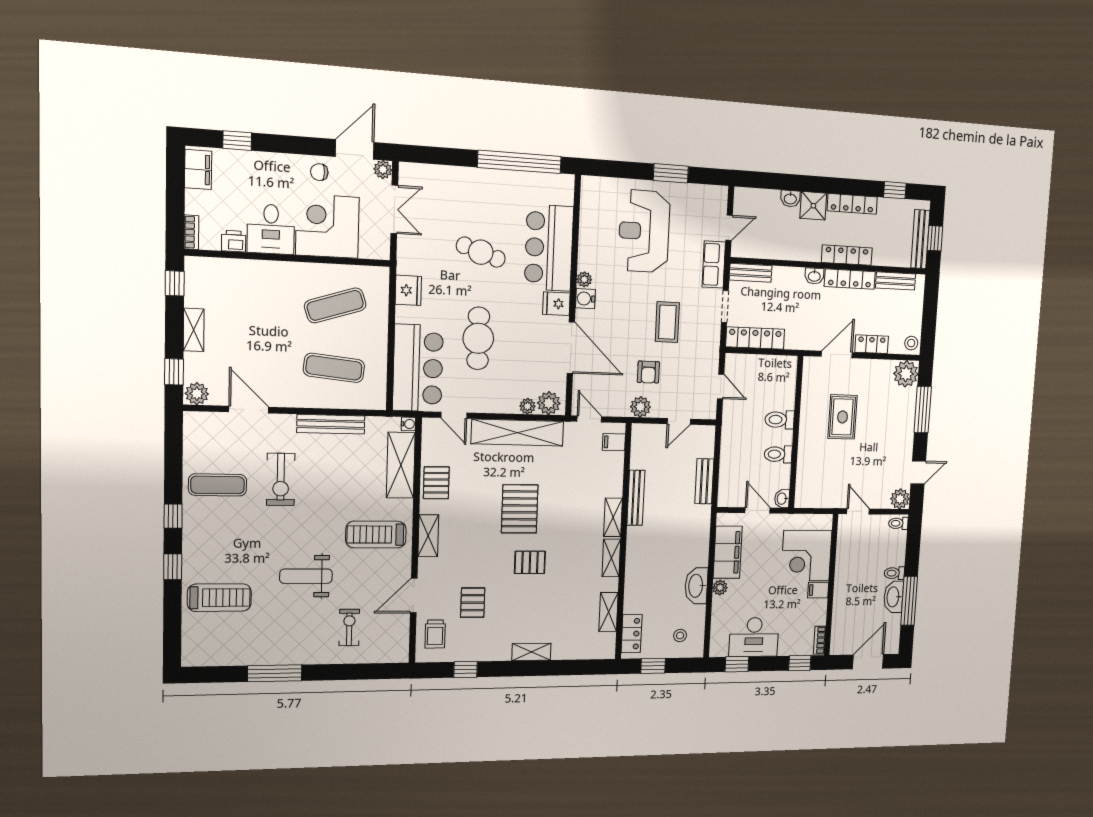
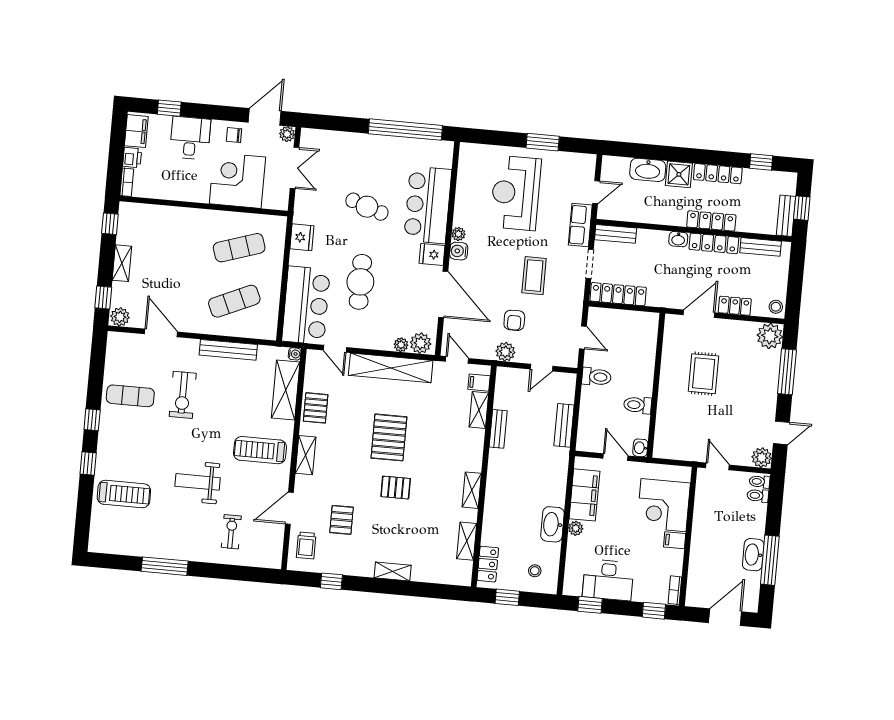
washbasin: (790, 199) -> (648, 170), width x1.91, depth x1.45
desk: (271, 229) -> (190, 138), moved, turned 180
bench: (920, 239) -> (786, 216), width x0.73
printer: (234, 241) -> (132, 158), moved, turned 90
exercise mat: (334, 368) -> (234, 301), turned -30
toilet: (780, 420) -> (596, 377), moved, turned 180
bench: (636, 498) -> (498, 429), width x0.73
shelving: (613, 517) -> (479, 410), moved
toilet: (894, 573) -> (758, 496), moved

